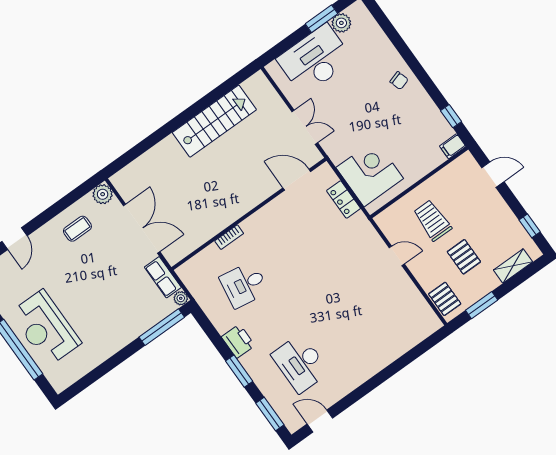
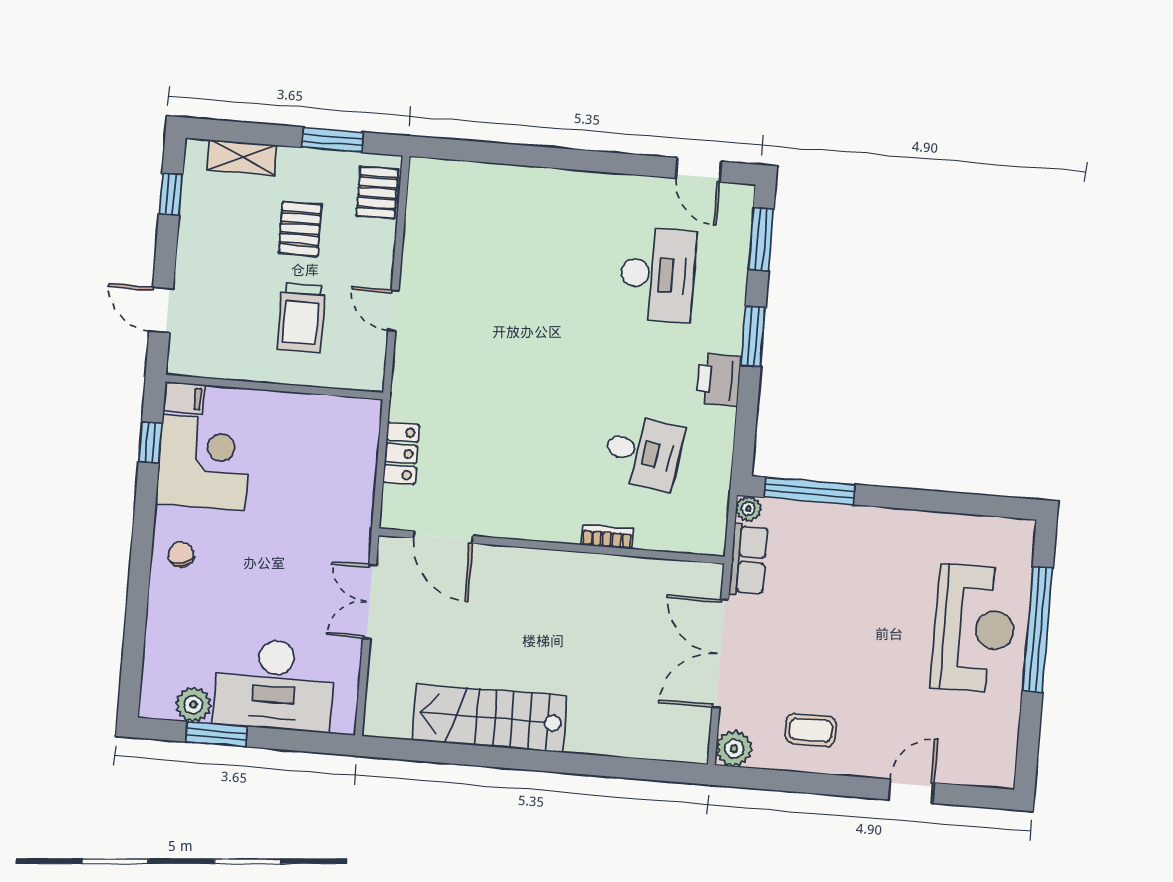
corner desk: (370, 173) -> (204, 462), moved, turned 180

